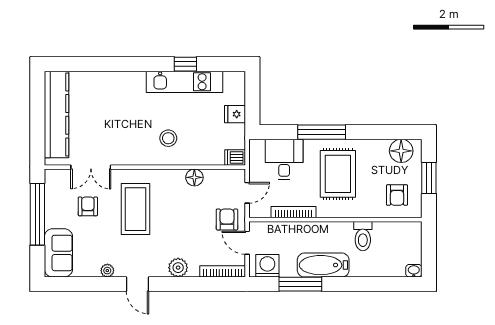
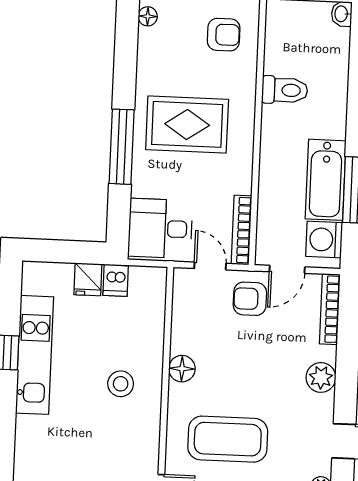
floor lamp: (401, 151) -> (148, 16), width x0.53, depth x0.53
dishwasher: (235, 157) -> (116, 280), moved
desk: (284, 159) -> (160, 228), moved
floor lamp: (194, 177) -> (182, 369), moved
bookcase: (294, 212) -> (242, 230), moved
bathtub: (323, 265) -> (326, 180), moved

